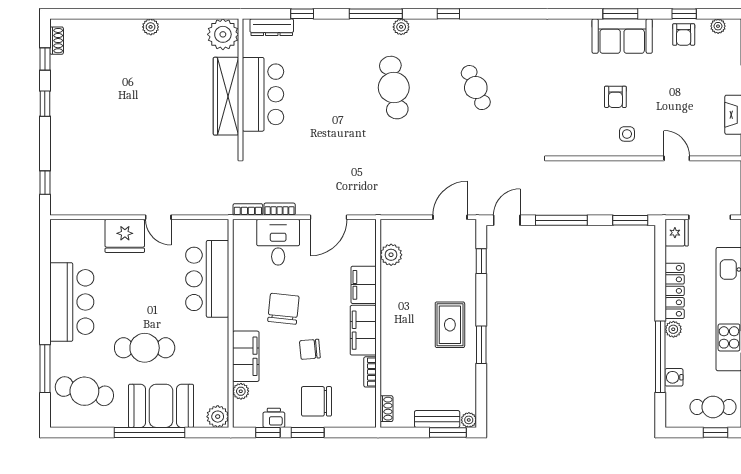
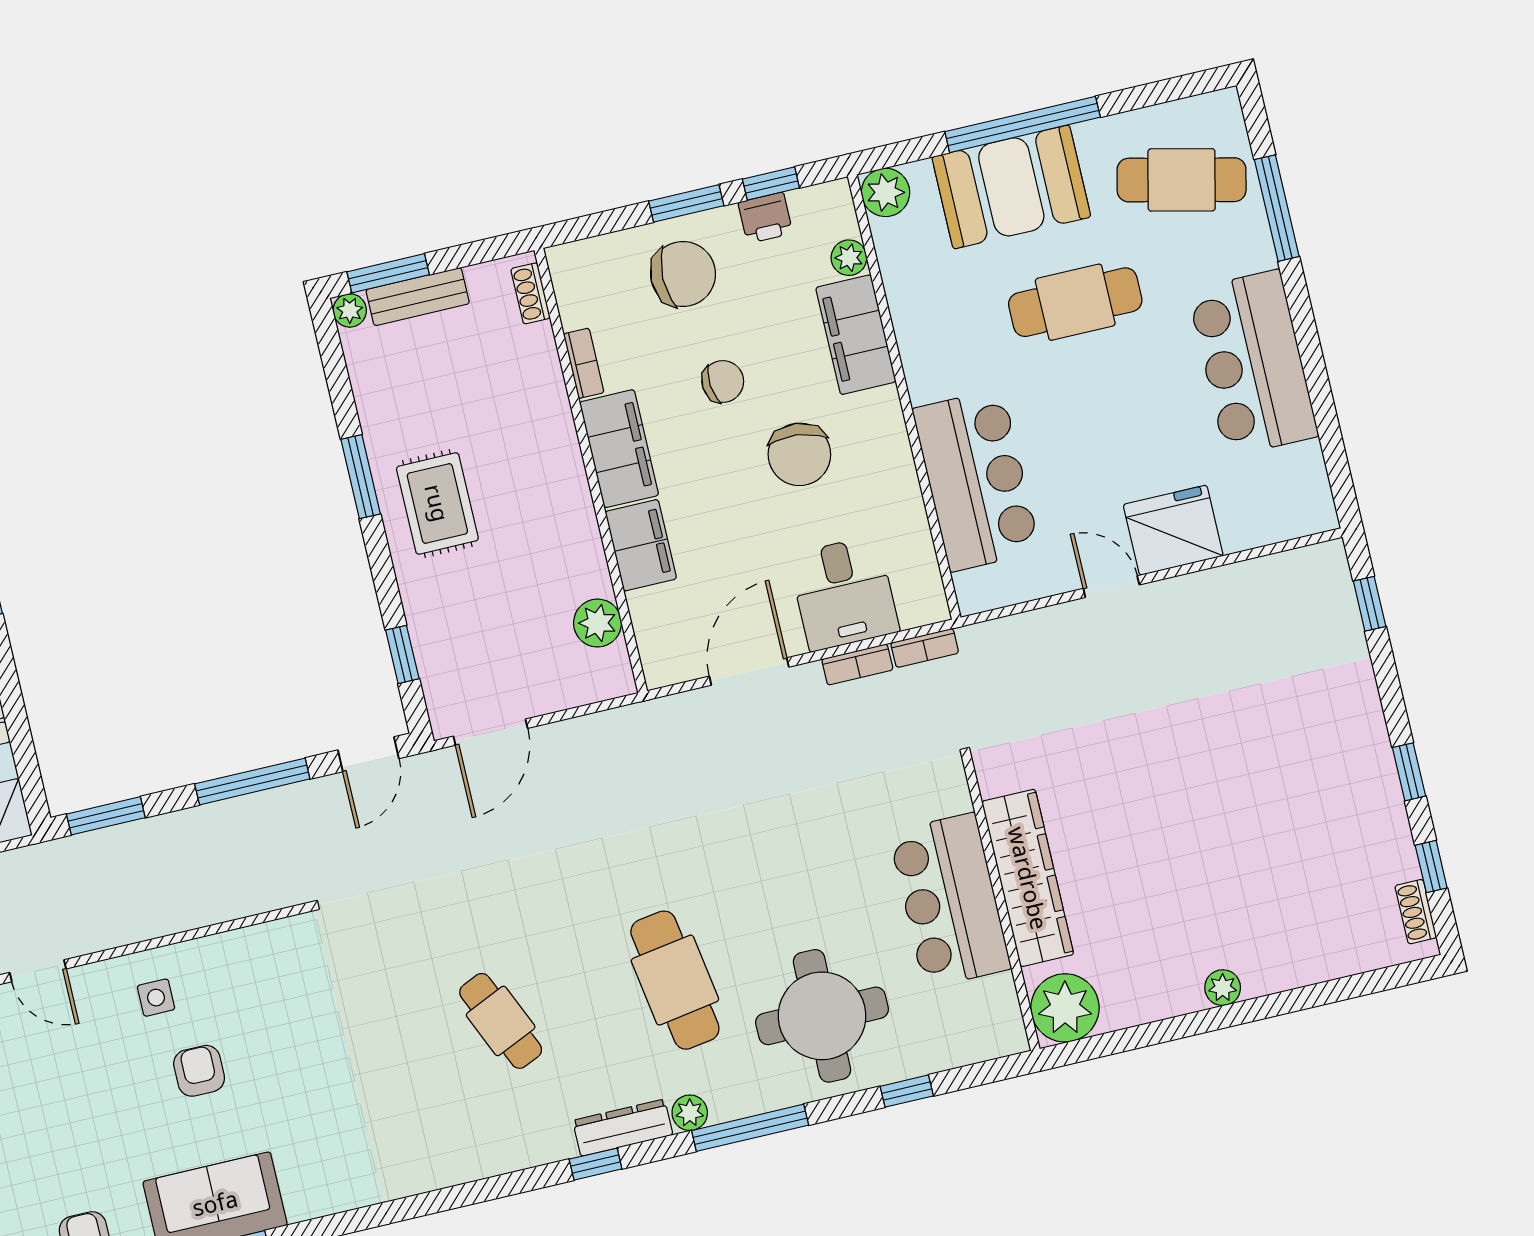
dresser: (272, 27) -> (623, 1128), moved
round table: (332, 56) -> (822, 1016), added

